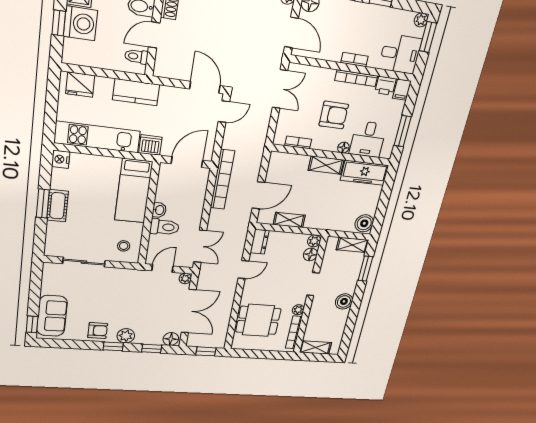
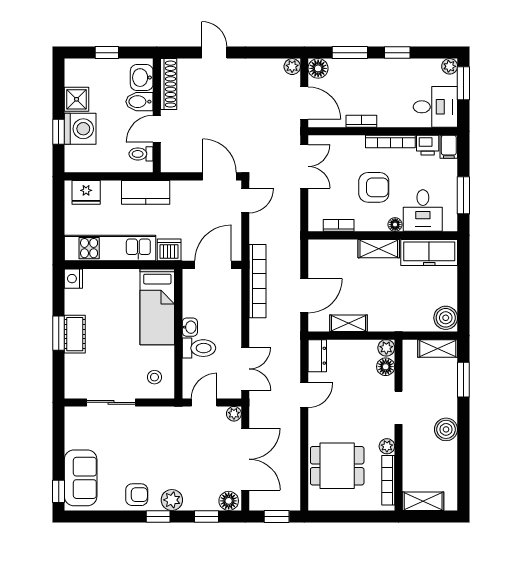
bookcase: (354, 60) -> (361, 121), moved

